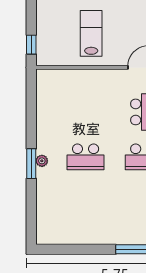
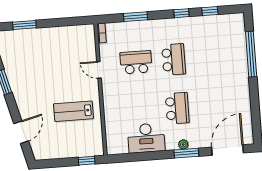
desk: (53, 117) -> (146, 138), added
door: (31, 213) -> (227, 150), added

